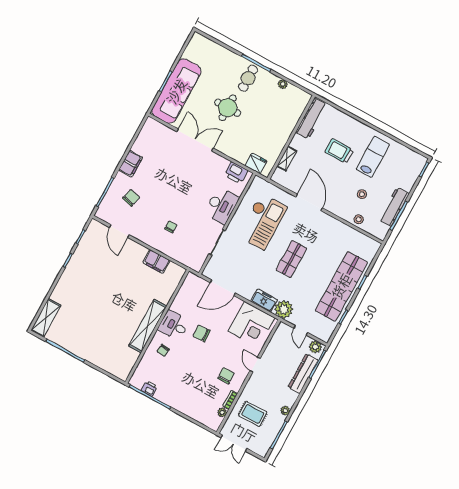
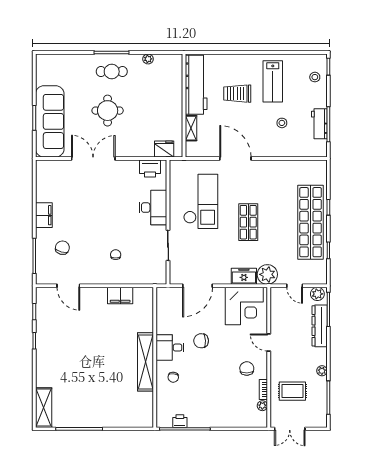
cafe table: (248, 78) -> (112, 72), turned 90
workbench: (311, 118) -> (196, 85), width x1.36, depth x1.32
lab bench: (373, 157) -> (273, 81), turned 180
workbench: (394, 207) -> (319, 124), width x0.73
stool: (359, 219) -> (315, 77), moved

